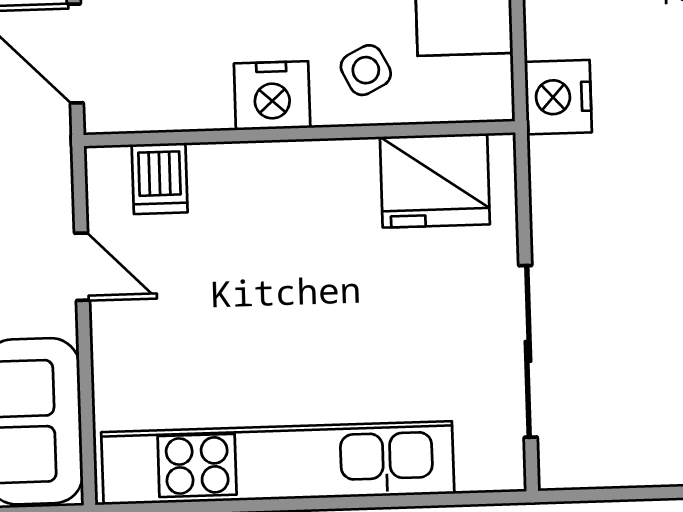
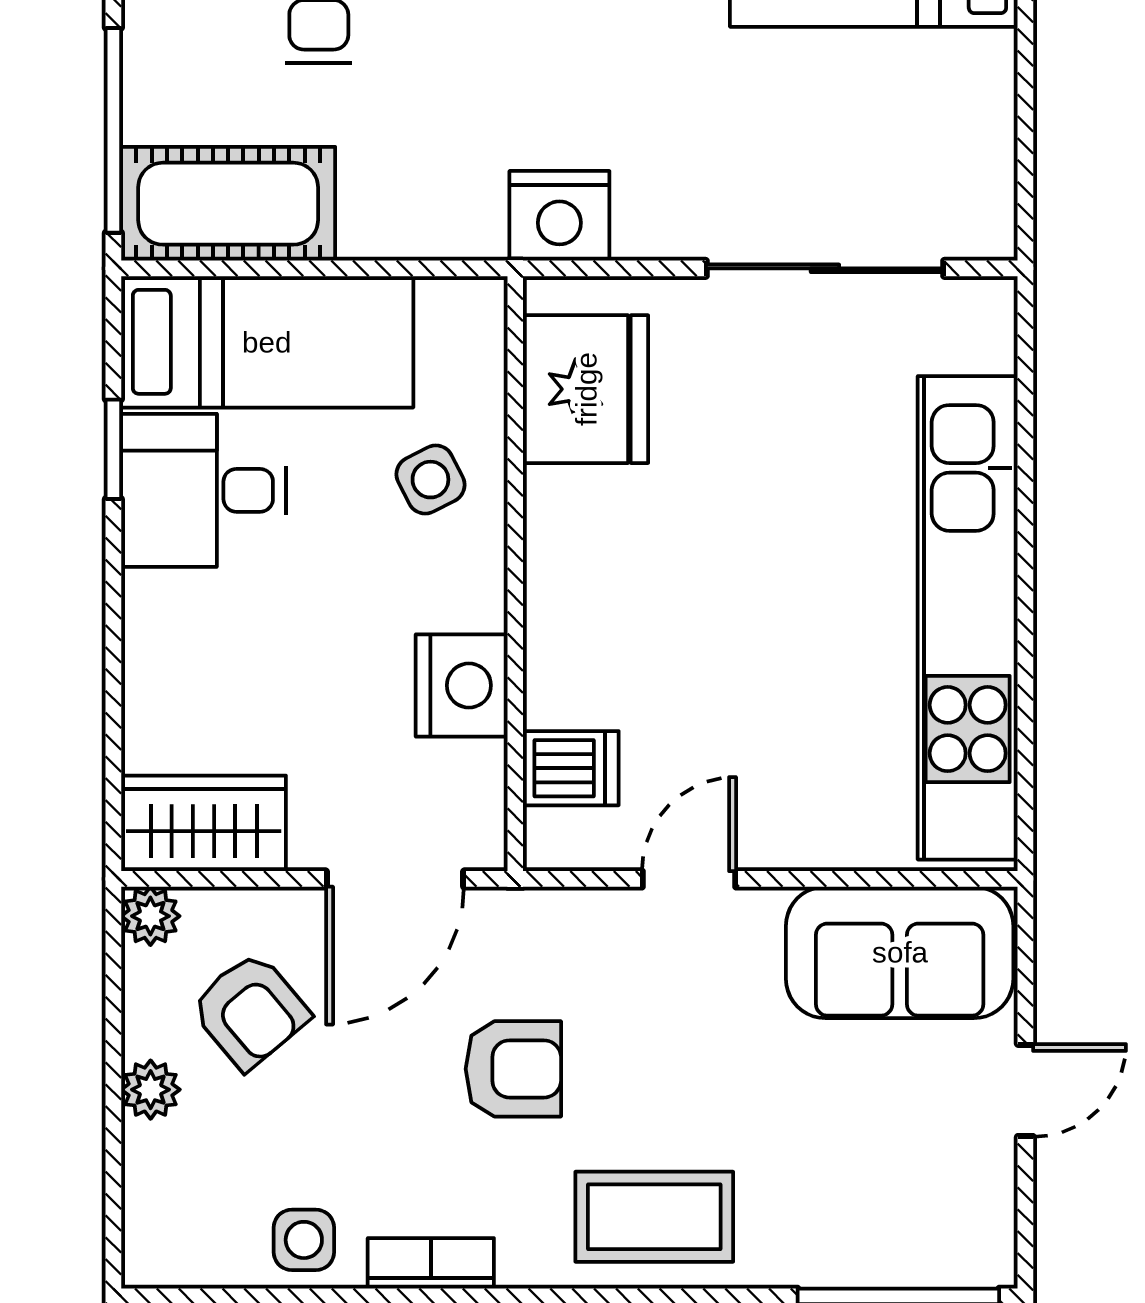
nightstand: (272, 96) -> (462, 685), moved
nightstand: (558, 97) -> (559, 216), moved

